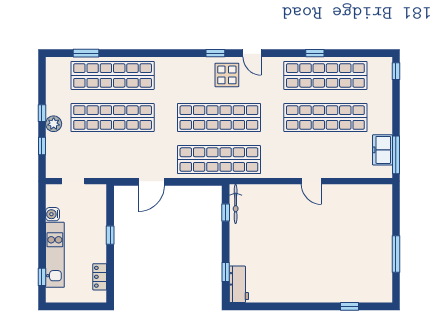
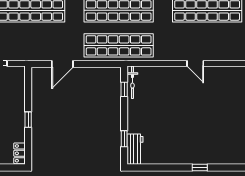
window: (110, 235) -> (28, 120), moved
locker: (100, 277) -> (19, 153), moved
window: (349, 306) -> (200, 167), moved

